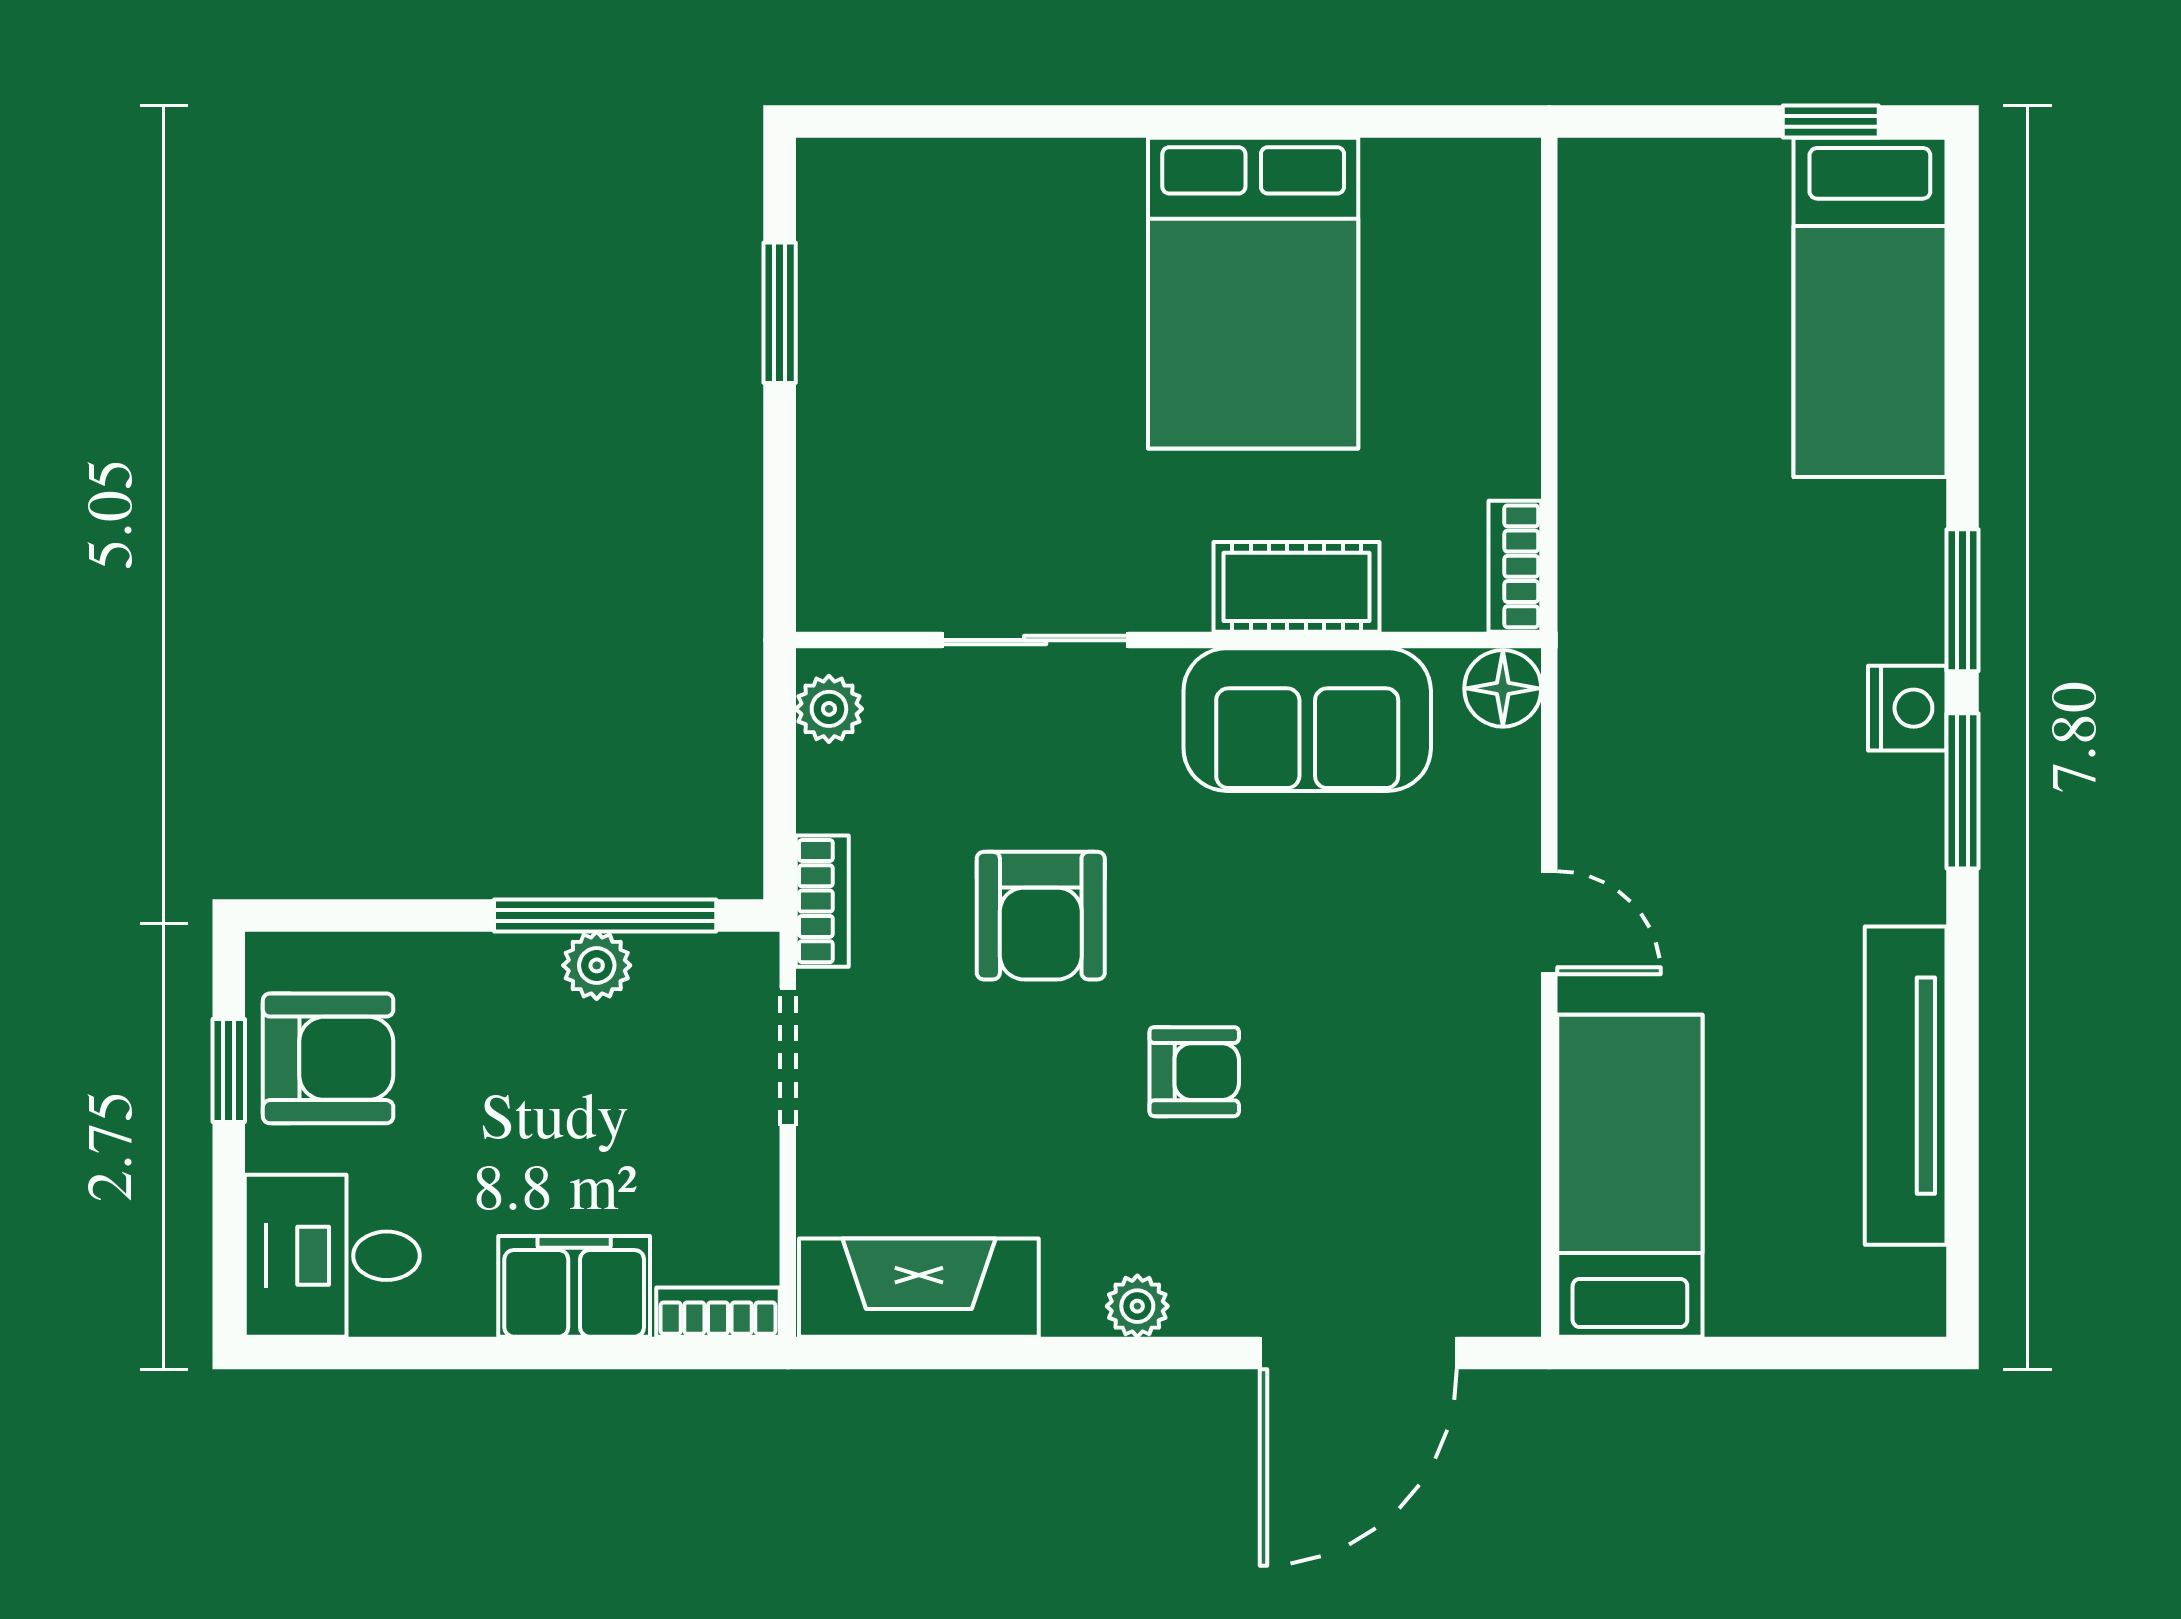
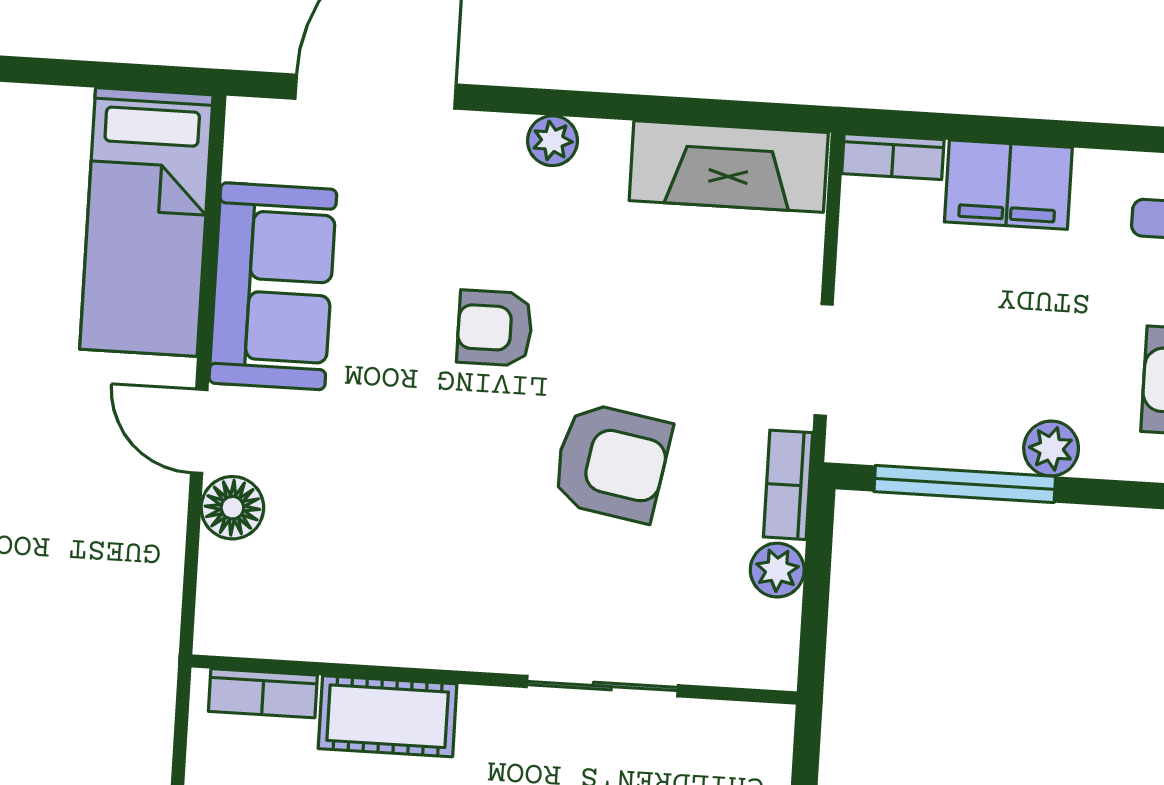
bookcase: (1515, 566) -> (263, 693), moved, turned 90
floor lamp: (1503, 688) -> (232, 508), moved
plant: (829, 709) -> (777, 570), moved
sofa: (1307, 720) -> (273, 286), moved, turned 90
armchair: (1041, 916) -> (611, 462), turned 100
plant: (597, 965) -> (1051, 449), moved

